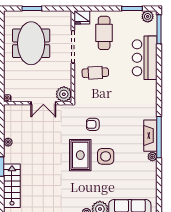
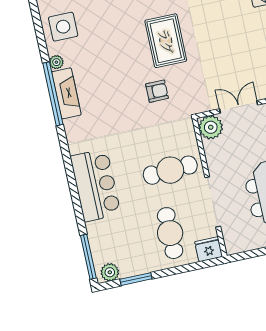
bar counter: (145, 58) -> (95, 185), moved
cafe table: (95, 73) -> (170, 170), width x1.37, depth x1.35
side table: (106, 156) -> (63, 27), moved

